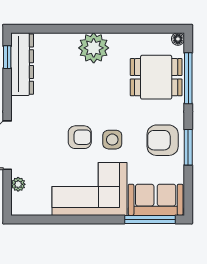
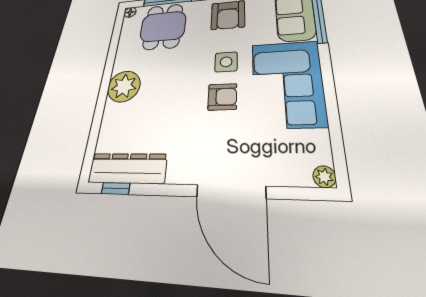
armchair: (80, 137) -> (222, 97), turned 90
plant: (18, 184) -> (324, 177), moved

